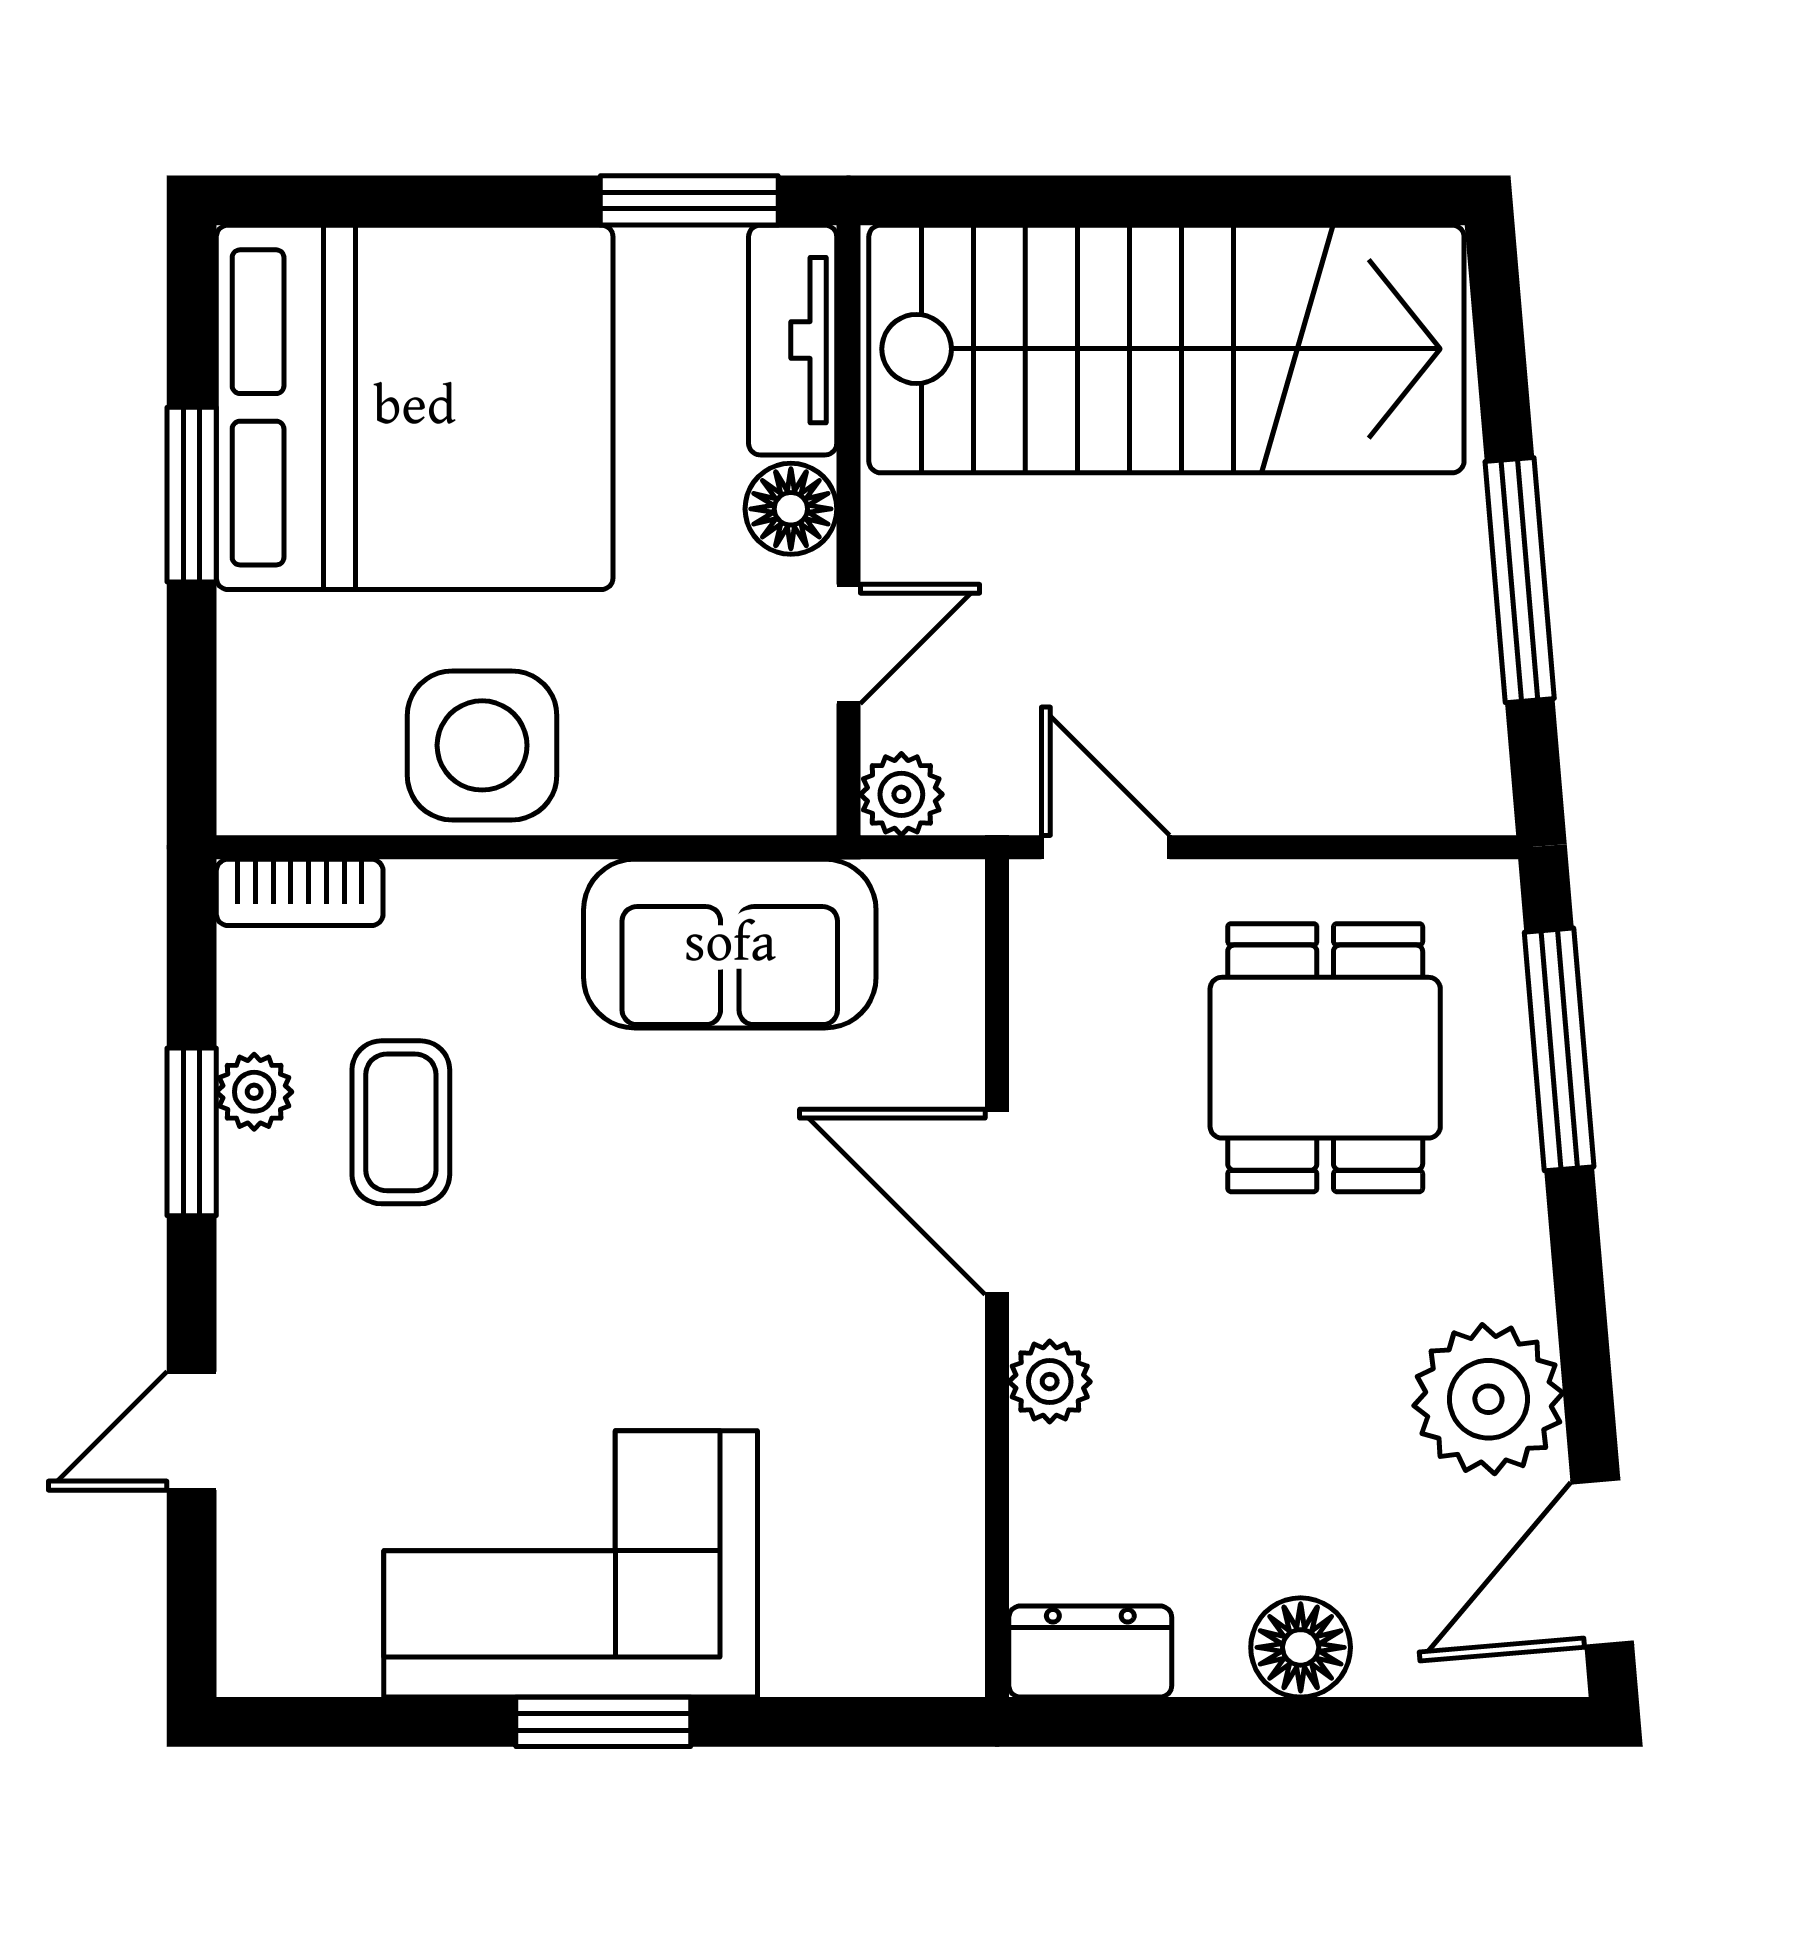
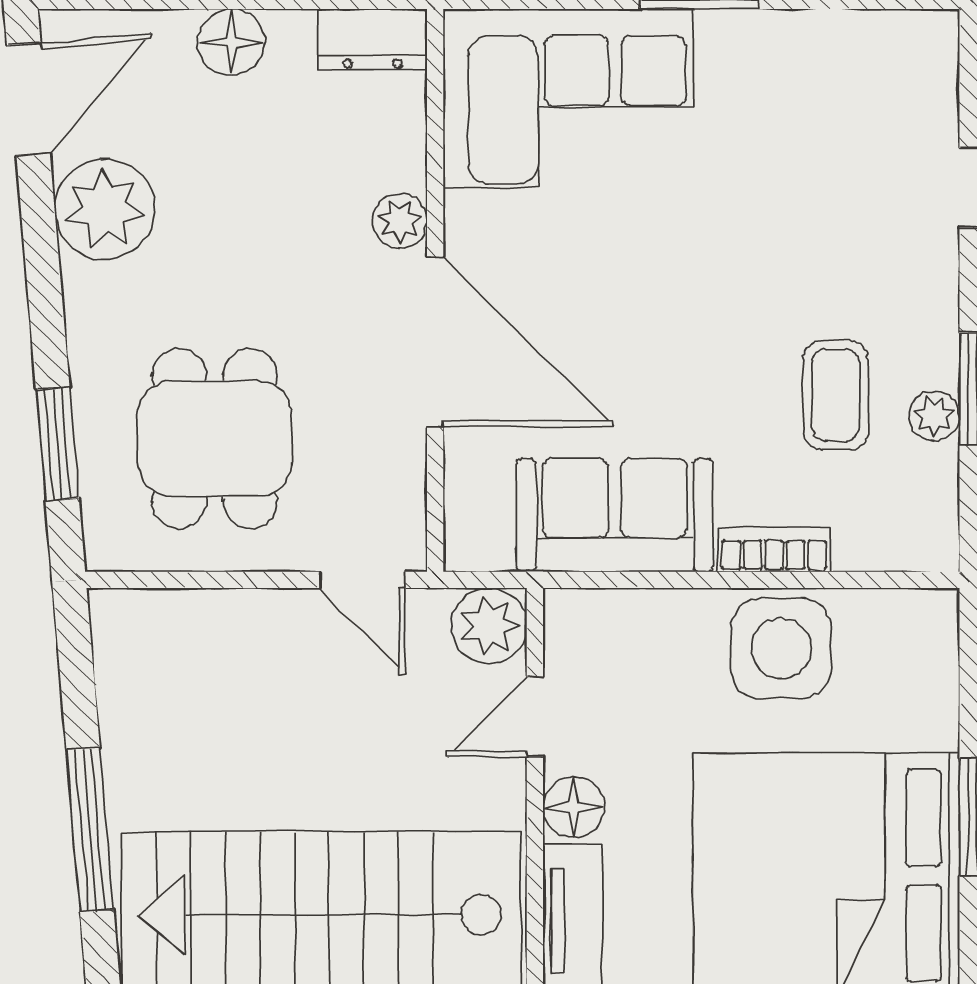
window: (1520, 580) -> (90, 829), moved
plant: (901, 794) -> (489, 626), width x1.38, depth x1.38
bookcase: (300, 892) -> (774, 550), moved
window: (1559, 1049) -> (57, 444), width x0.69
door: (997, 1202) -> (435, 342), width x1.36
corner sofa: (571, 1564) -> (569, 98), moved

